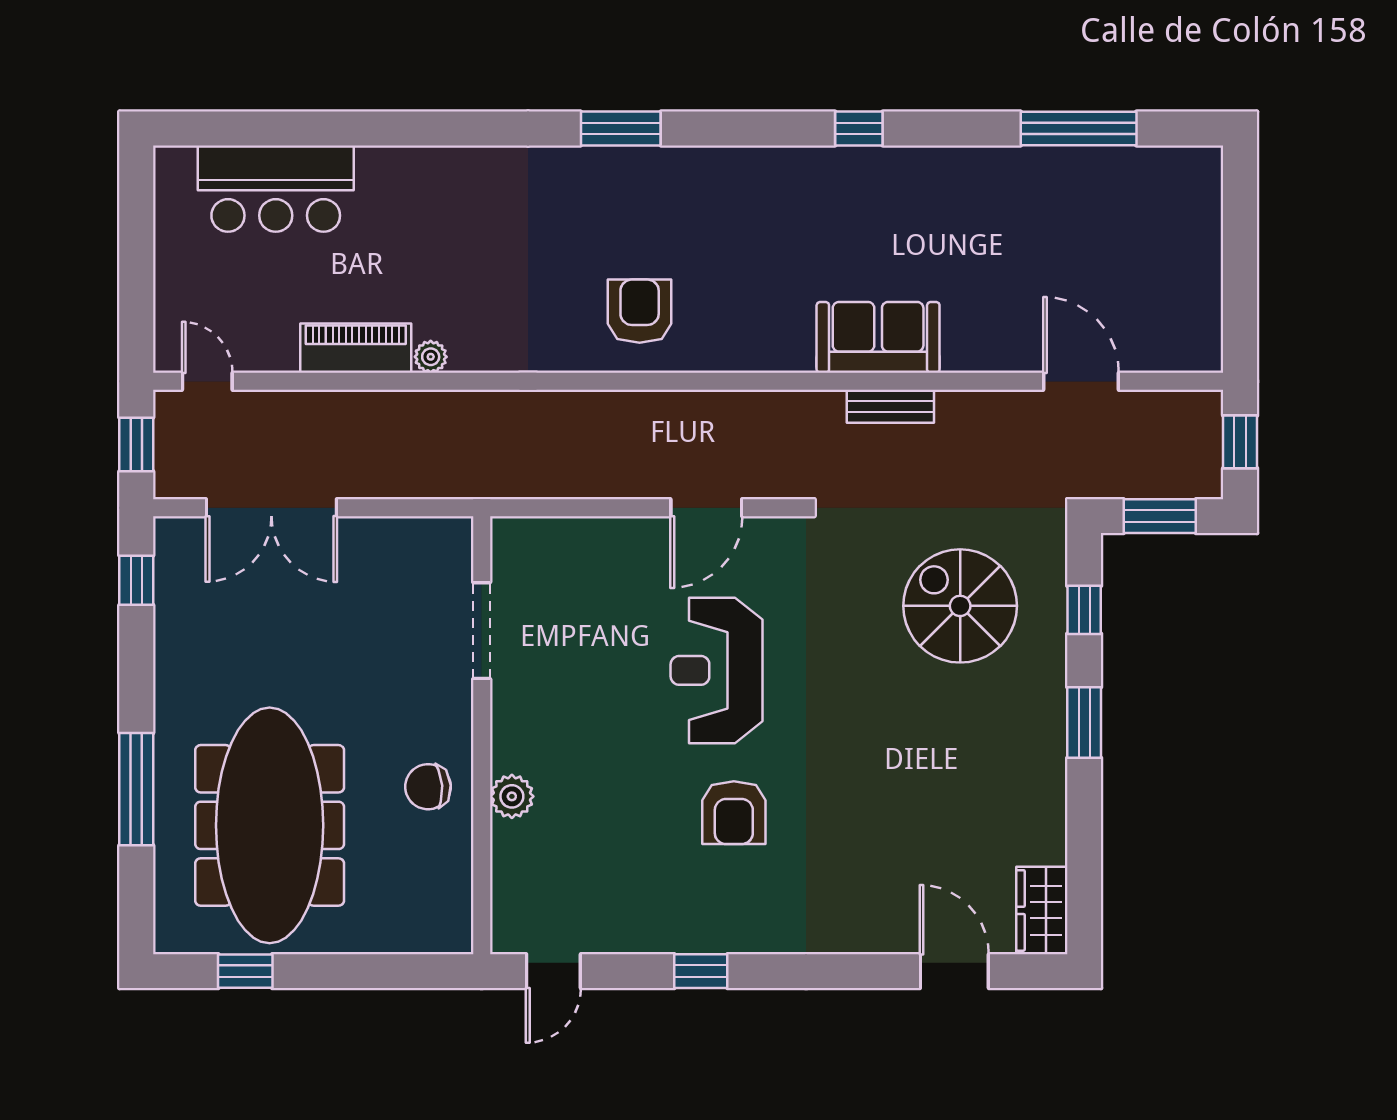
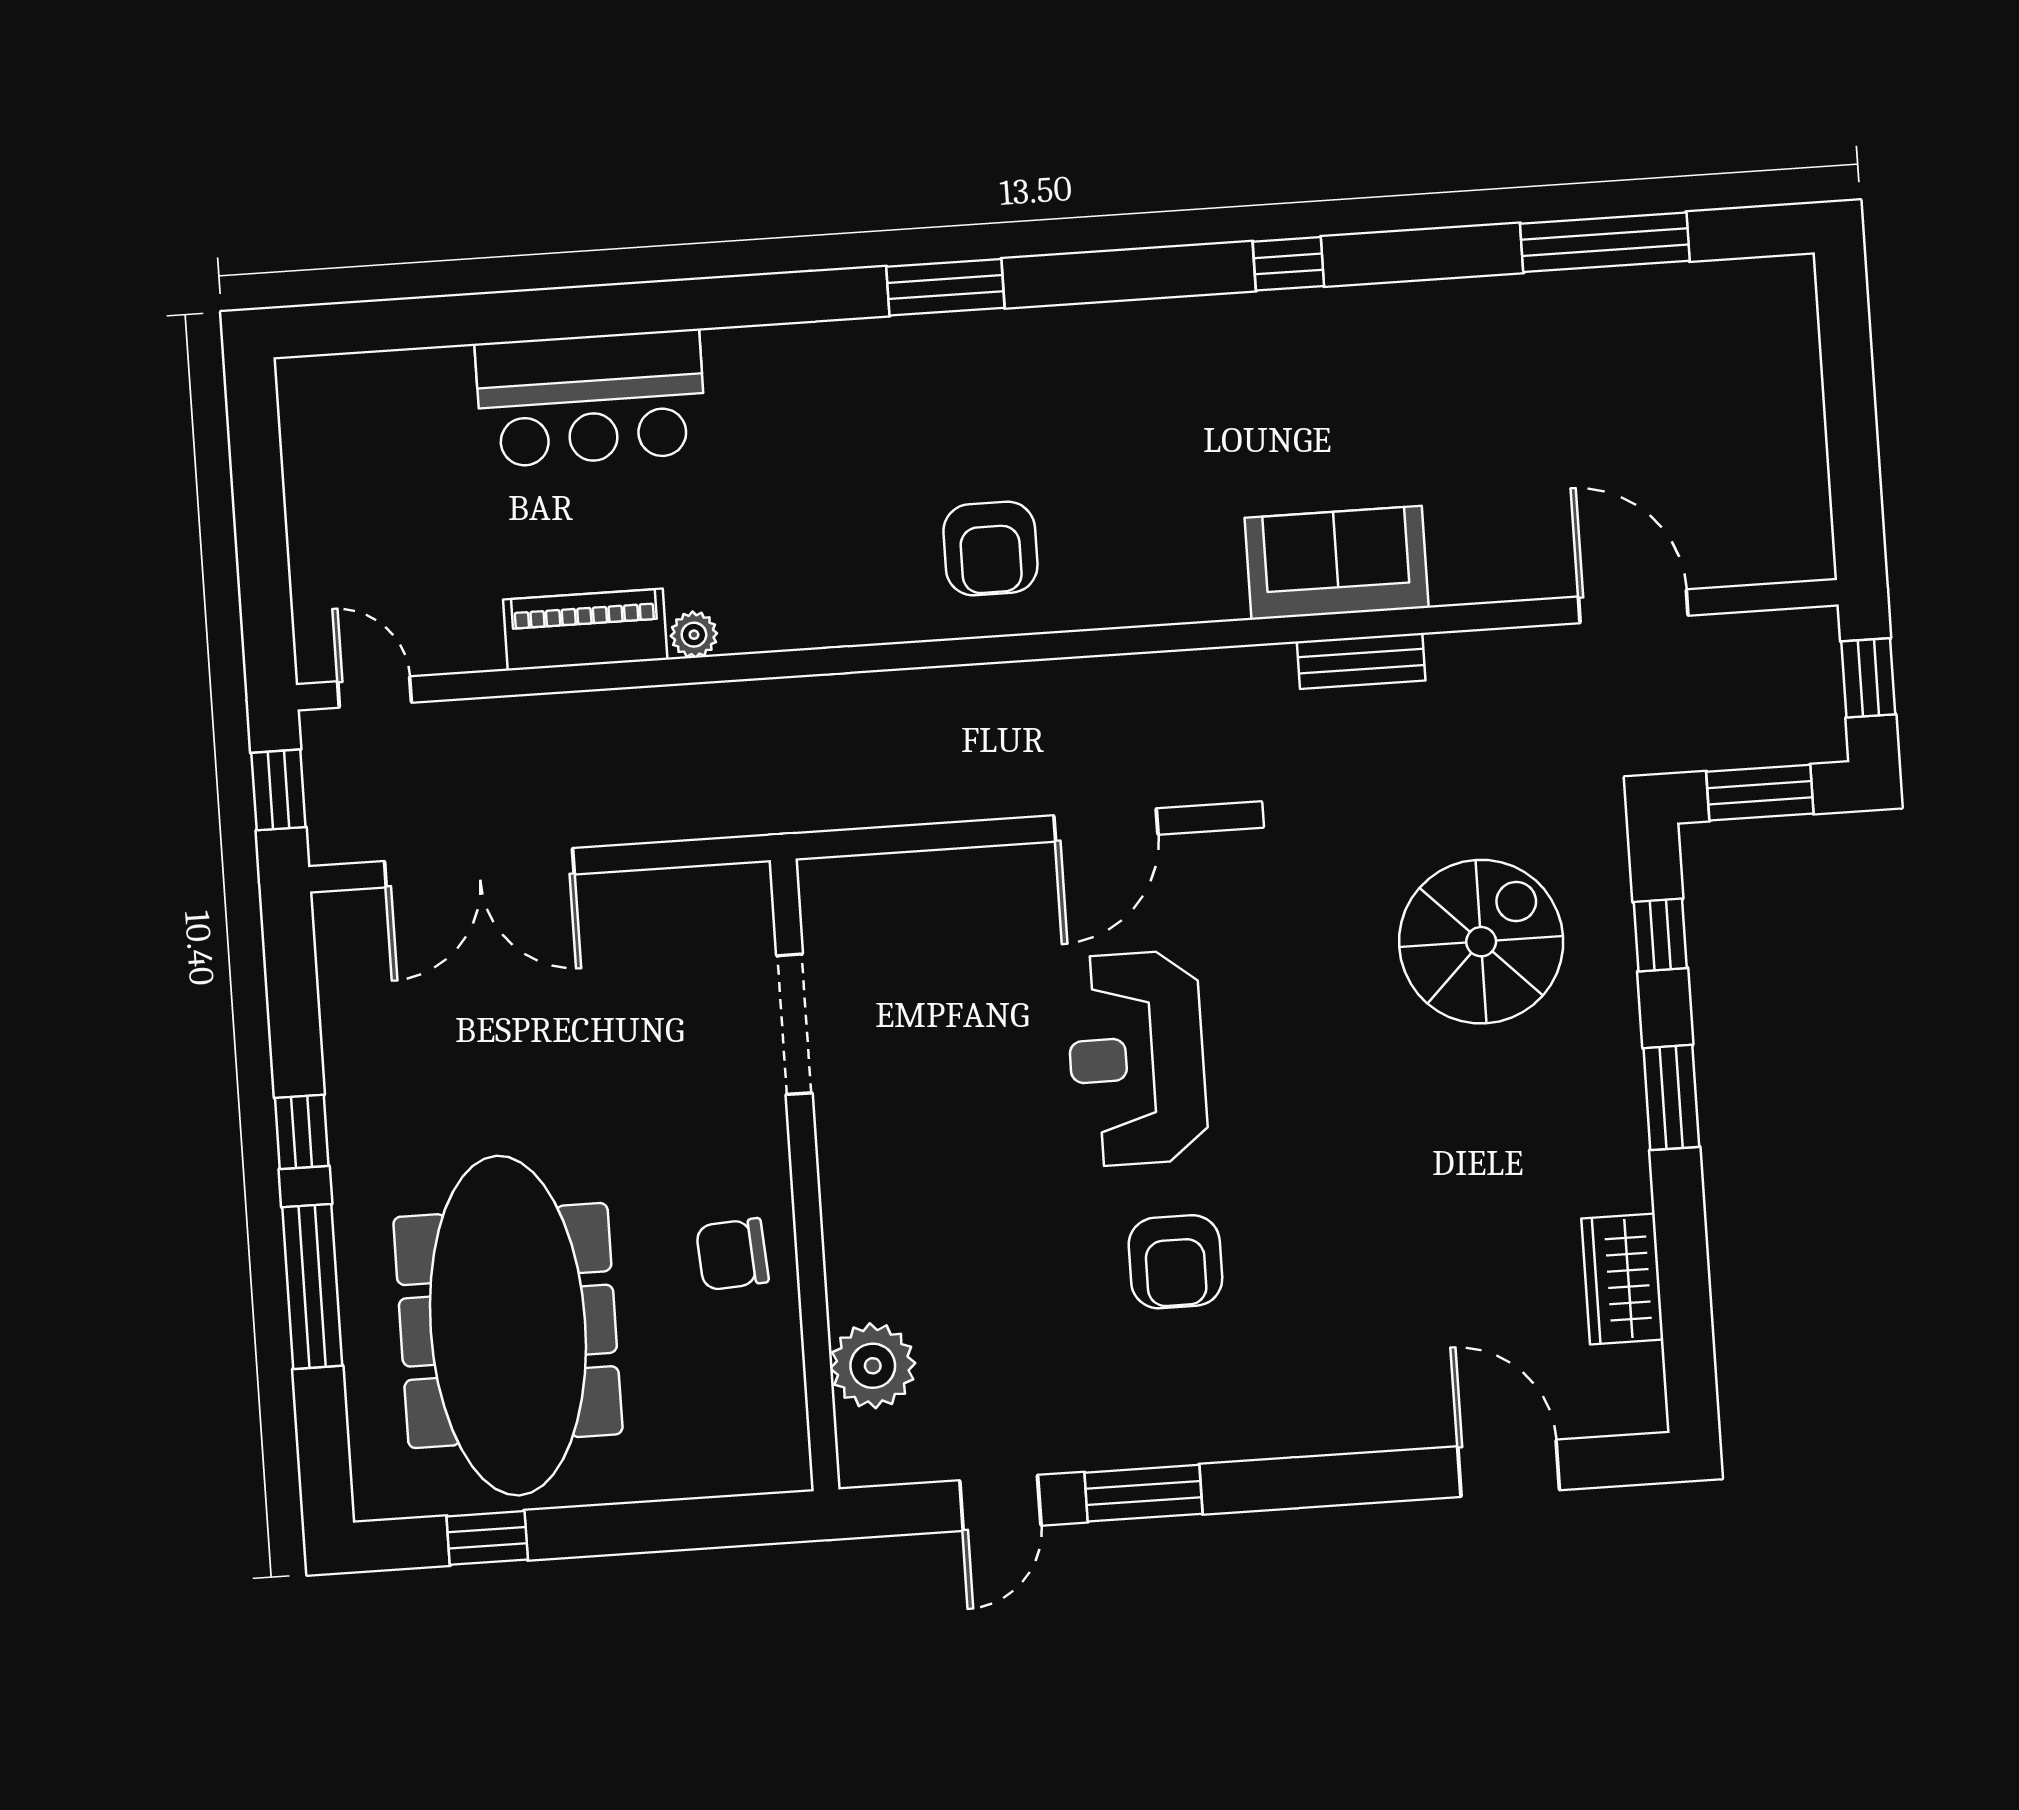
bar counter: (276, 189) -> (591, 398), moved
armchair: (640, 311) -> (990, 548), turned 180
window: (136, 580) -> (302, 1132), moved
spiral stairs: (960, 606) -> (1481, 942), turned 90
plant: (512, 796) -> (873, 1366), moved, width x1.36, depth x1.36
wardrobe: (1042, 910) -> (1622, 1279), moved
door: (553, 971) -> (1000, 1503), moved
window: (701, 971) -> (1143, 1493), width x1.50

